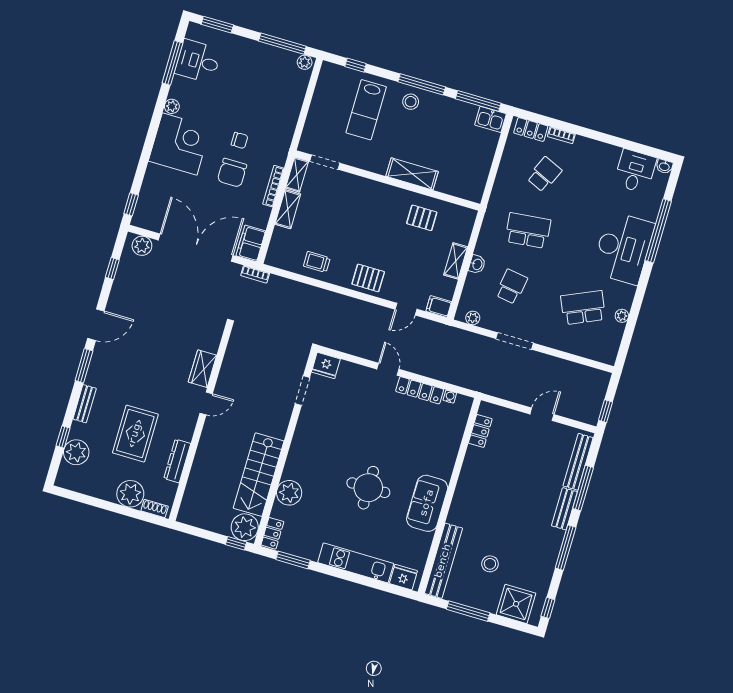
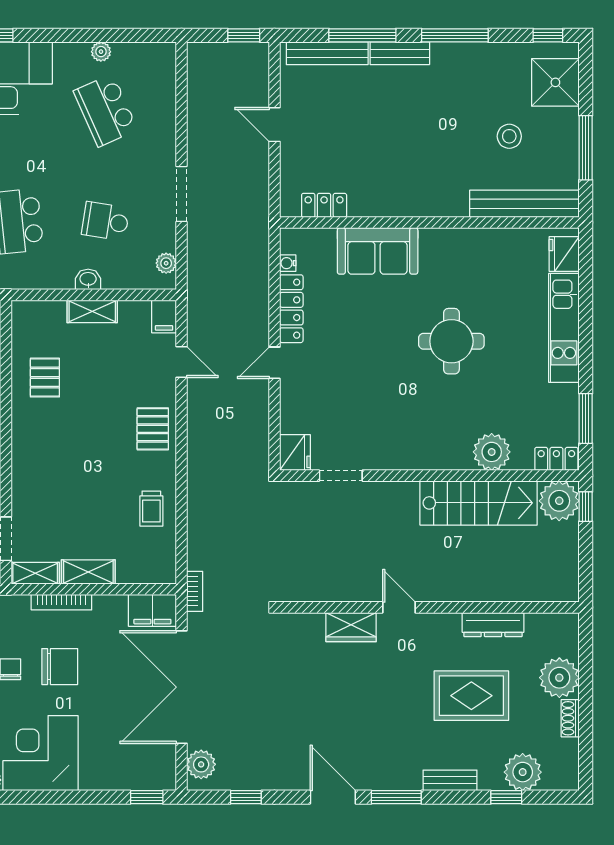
sofa: (427, 503) -> (378, 251), moved
shoe rack: (155, 509) -> (570, 718), moved

